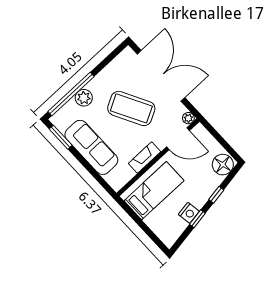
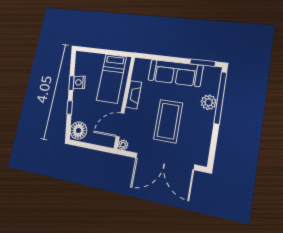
coffee table: (131, 108) -> (168, 121), turned -62

